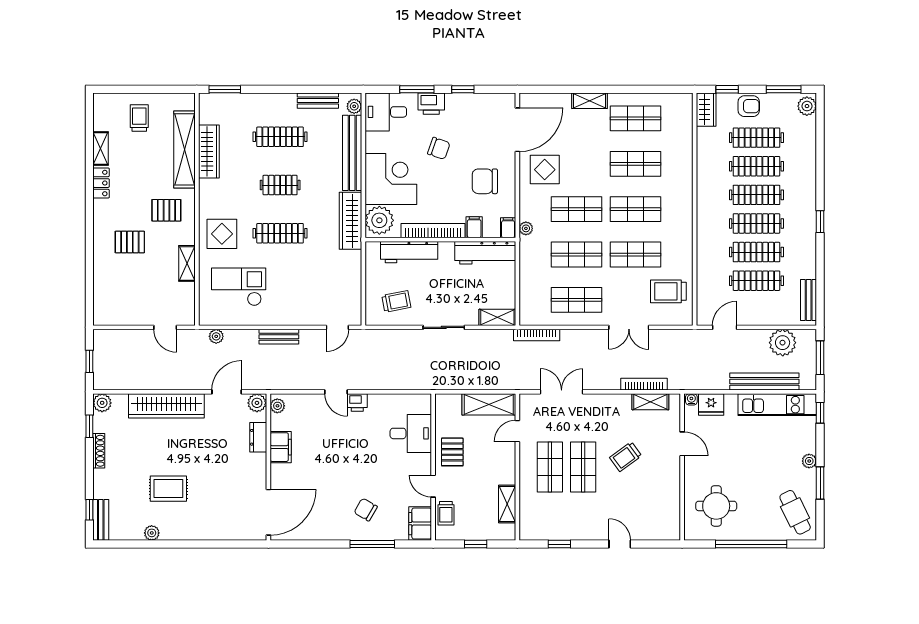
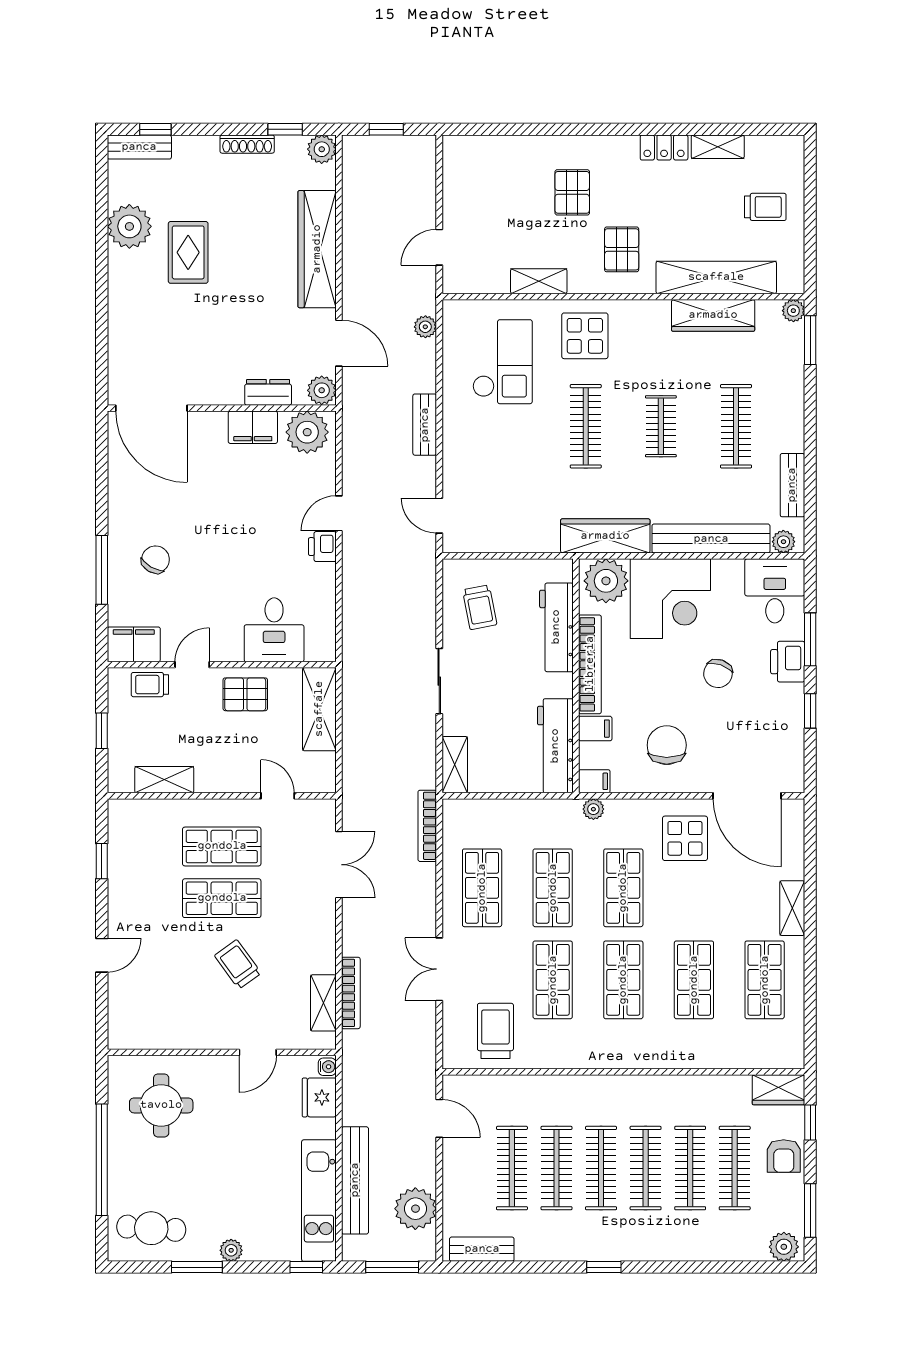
plant: (206, 100) -> (793, 311), added
shelving: (489, 404) -> (319, 709), moved
plant: (277, 406) -> (307, 432), width x1.88, depth x1.88
cafe table: (795, 512) -> (151, 1228), turned 30
plant: (152, 533) -> (129, 226), width x1.87, depth x1.87

